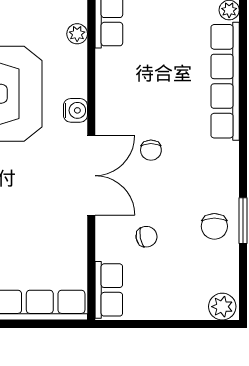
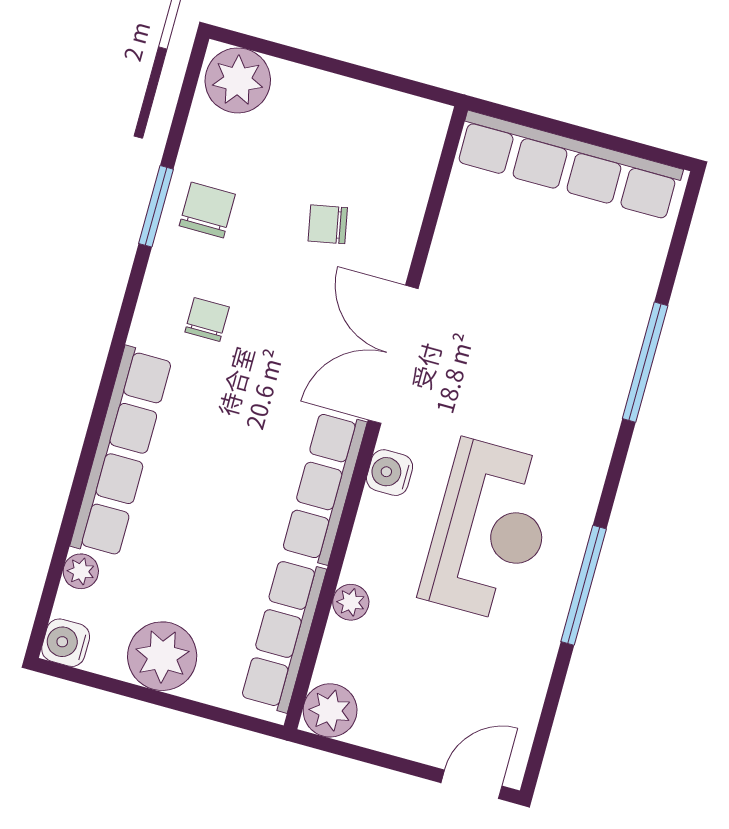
chair: (151, 150) -> (207, 319), moved
row of seats: (109, 290) -> (324, 487), moved, width x1.48
plant: (222, 307) -> (238, 80), width x1.36, depth x1.36

